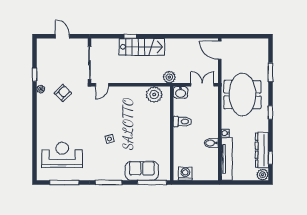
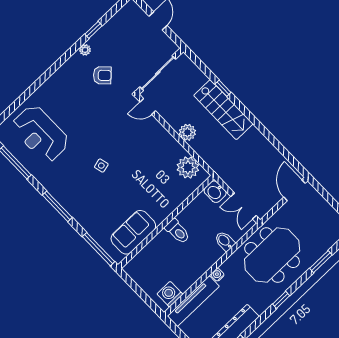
plant: (169, 77) -> (187, 132), moved
double door: (202, 85) -> (243, 206), swing flipped
toilet: (182, 122) -> (177, 231), moved
bidet: (211, 143) -> (225, 241), moved
reception desk: (62, 155) -> (40, 134), turned 180
sofa: (142, 171) -> (133, 232), moved, turned -90
washing machine: (185, 174) -> (170, 294), moved, turned -90

